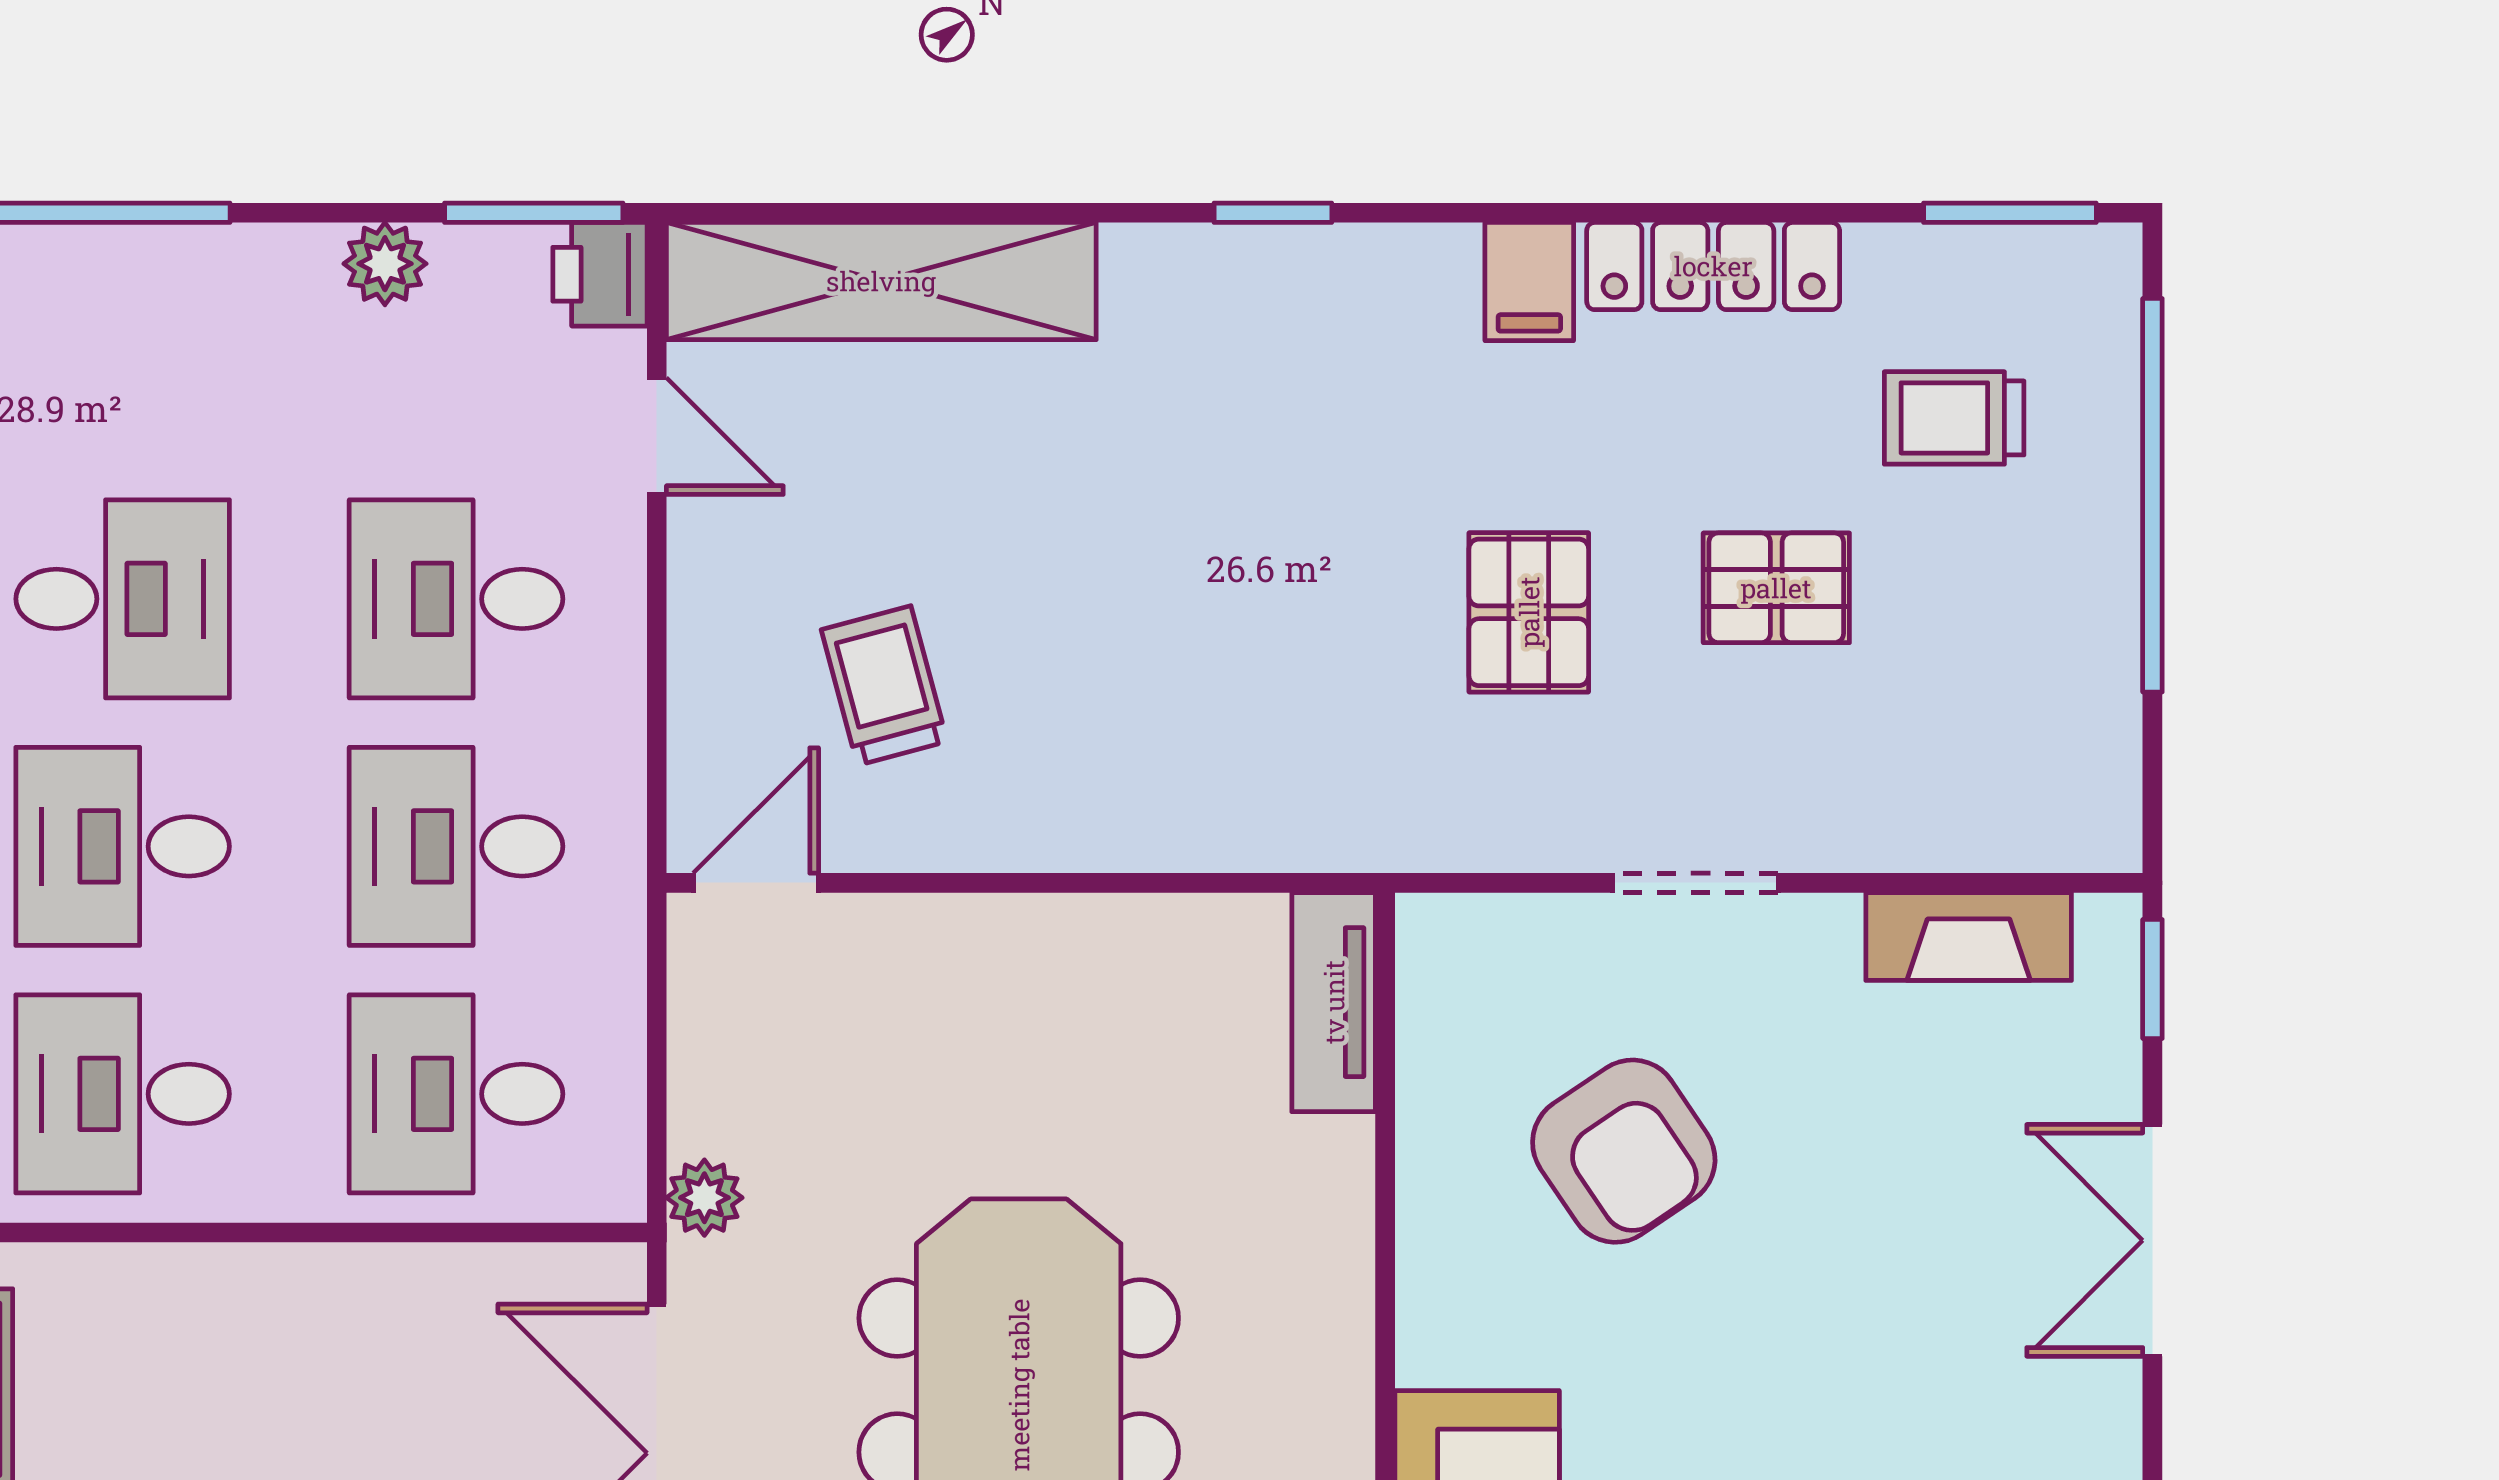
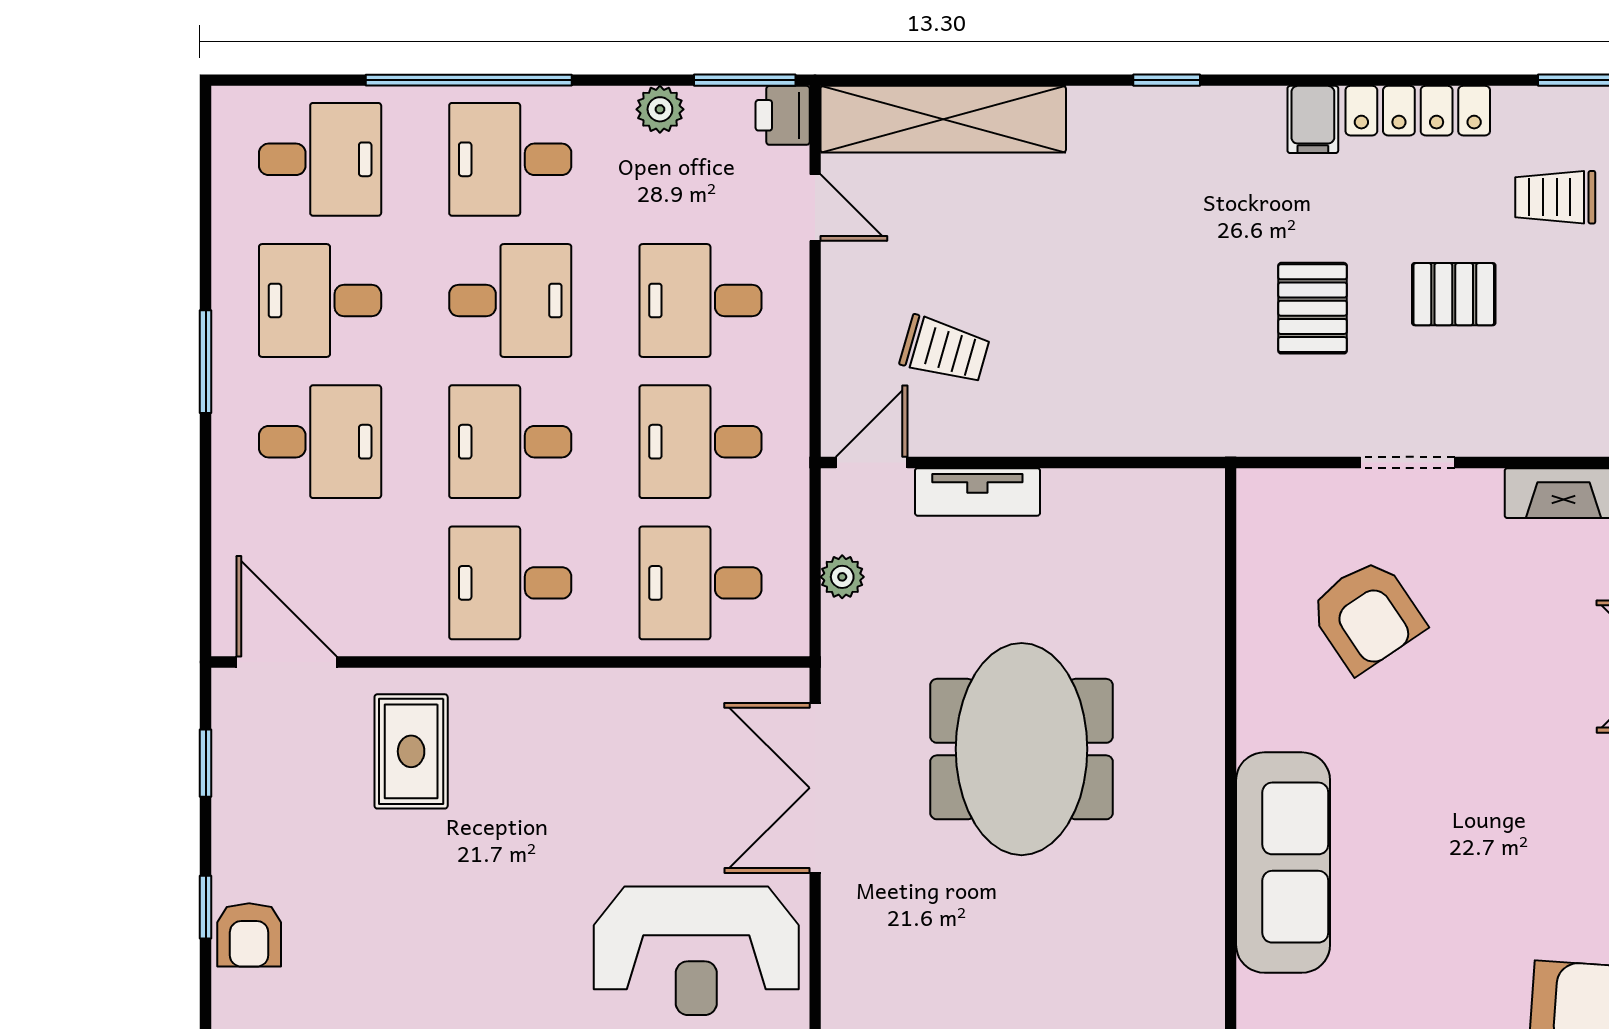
desk: (123, 351) -> (510, 159), added
trolley: (884, 686) -> (945, 350), turned 121
tv unit: (1334, 1002) -> (977, 492), moved, turned -90
plant: (704, 1198) -> (842, 577), moved

